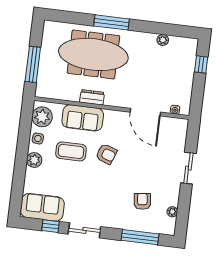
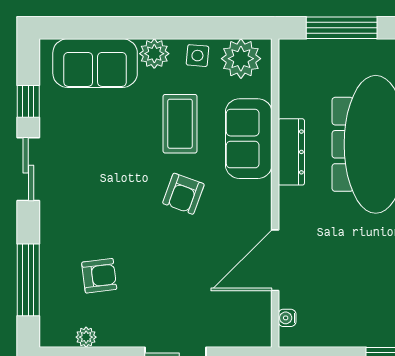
dresser: (92, 97) -> (291, 152), width x1.44
sofa: (42, 207) -> (95, 63), moved, turned 90

